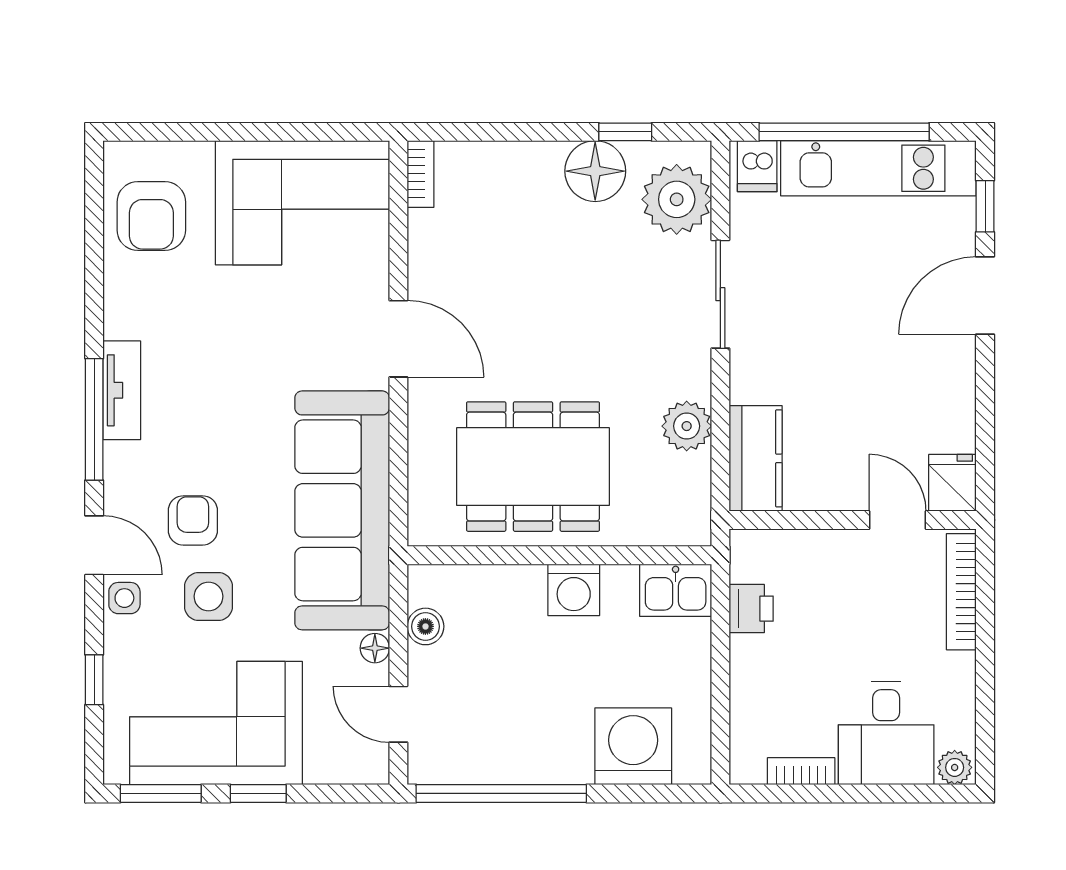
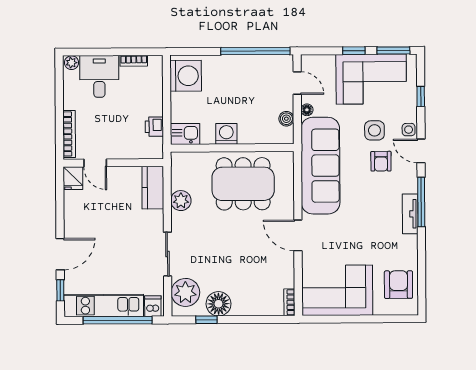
washing machine: (633, 746) -> (186, 76), moved, turned -90

